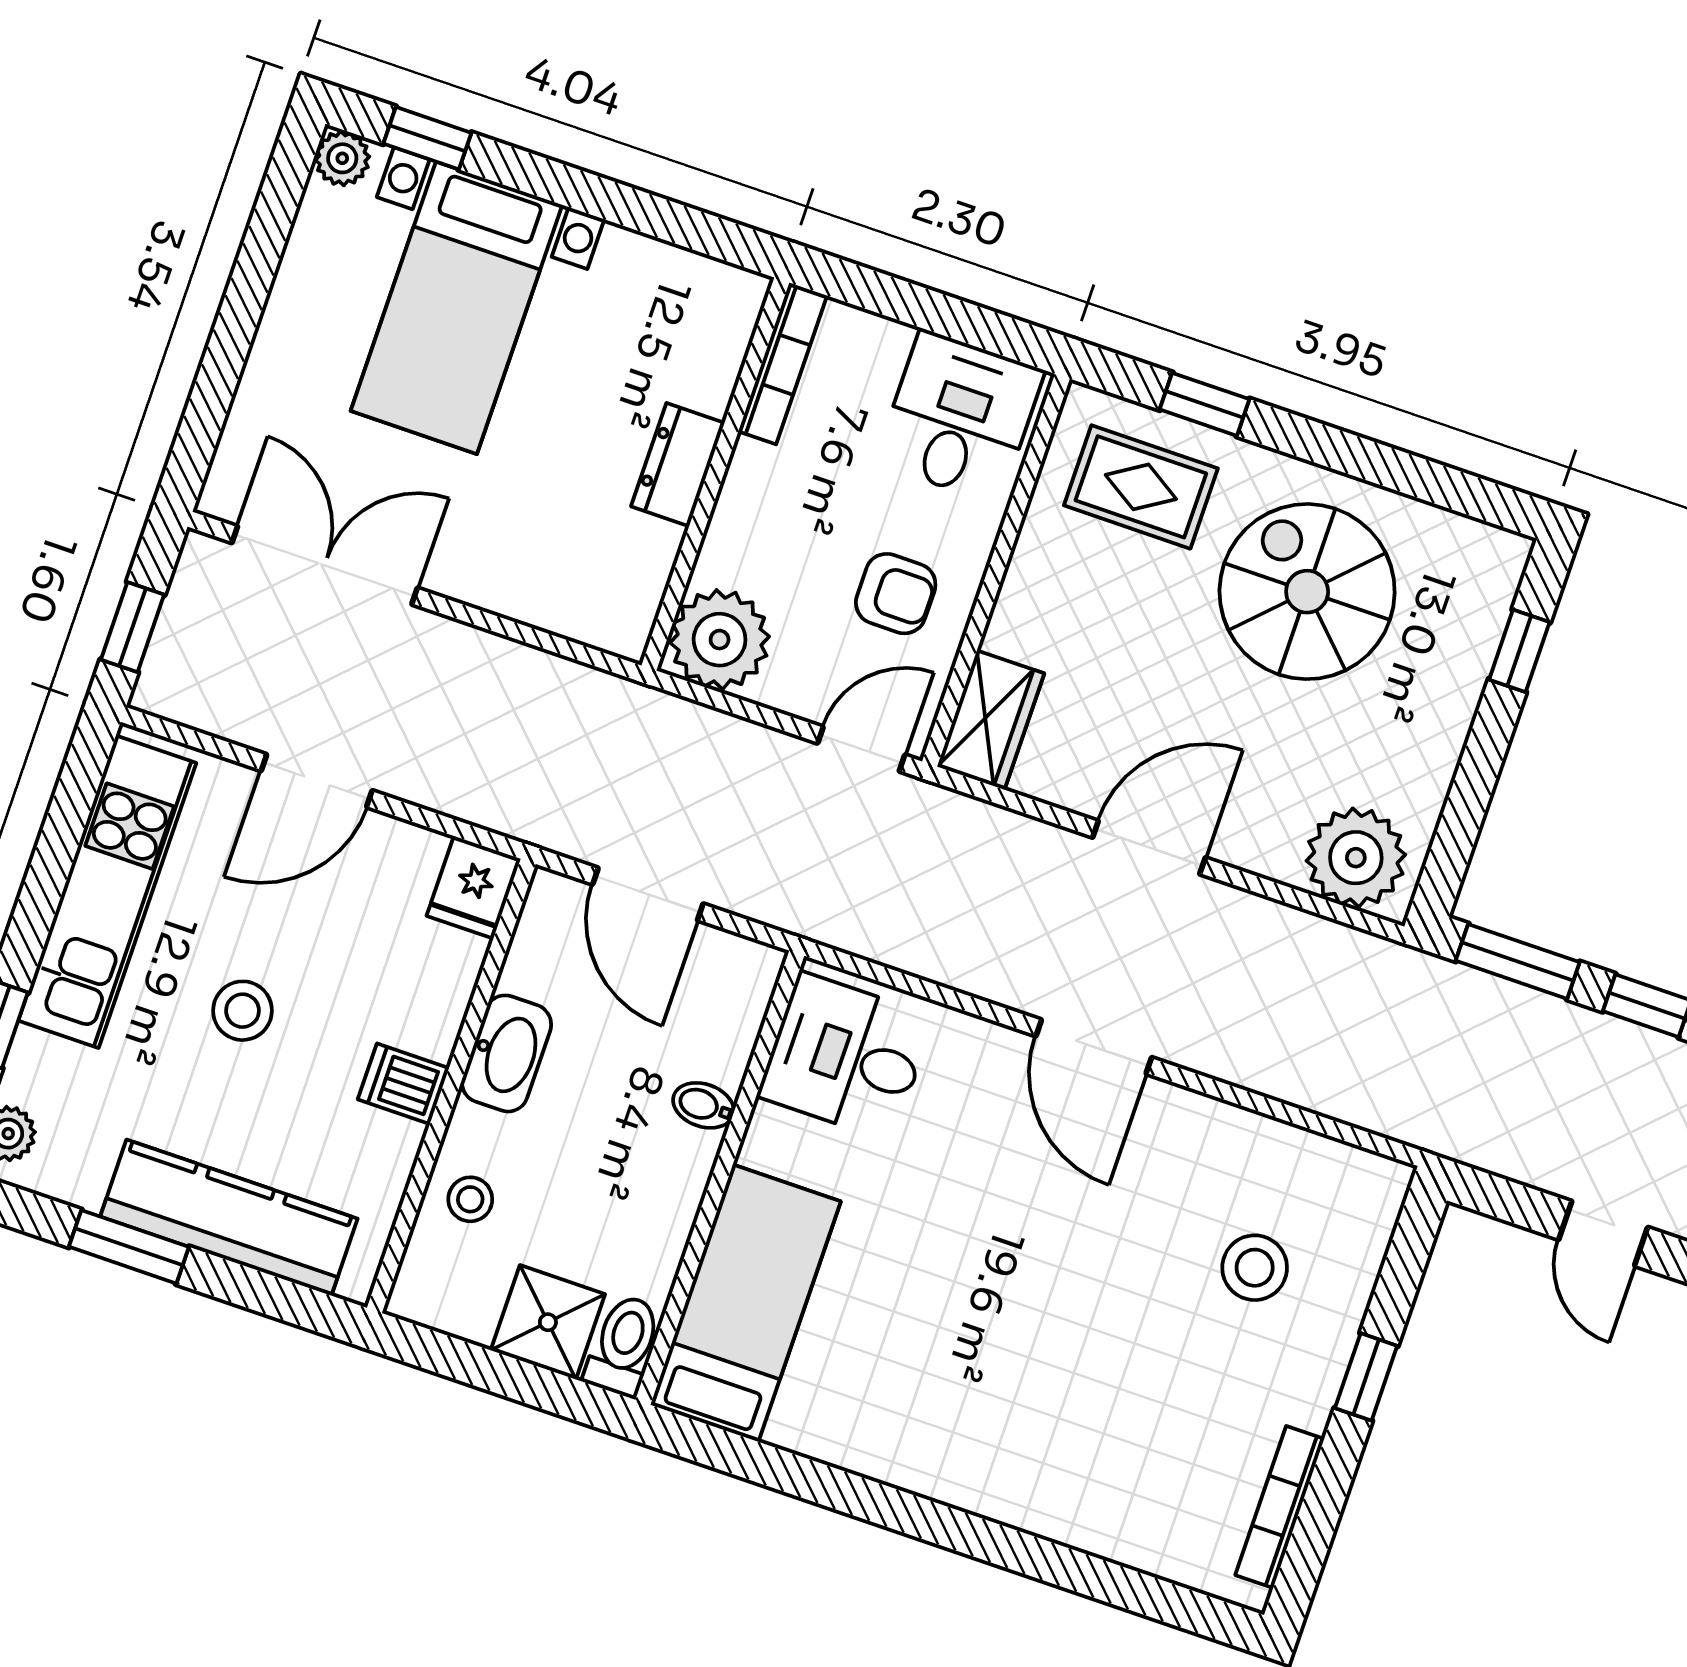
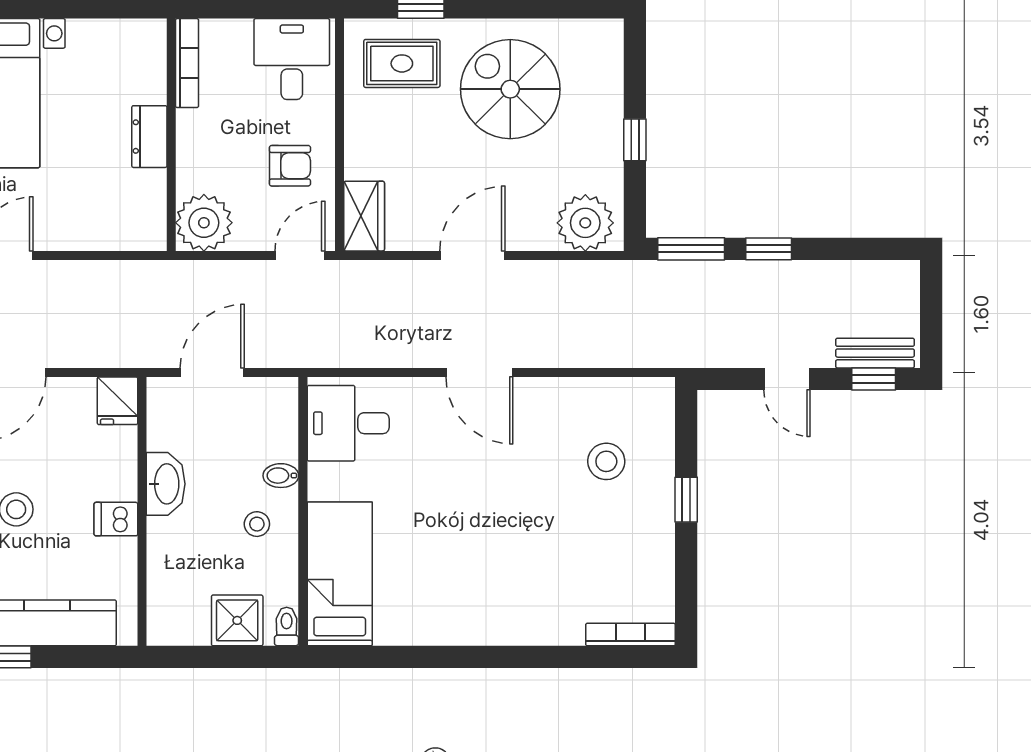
window: (1519, 651) -> (635, 140), moved
door: (648, 894) -> (212, 372), swing flipped
stool: (470, 1199) -> (257, 524), moved
toilet: (624, 1345) -> (287, 626), width x0.73, depth x0.72
bookcase: (1280, 1507) -> (630, 635), moved, turned 90

